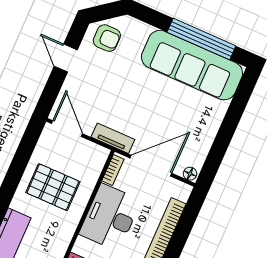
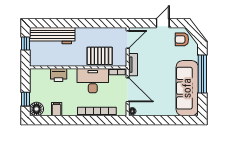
armchair: (107, 38) -> (182, 39), turned 90
window: (201, 39) -> (202, 74), moved
pallet: (53, 187) -> (100, 56), moved, turned 90

